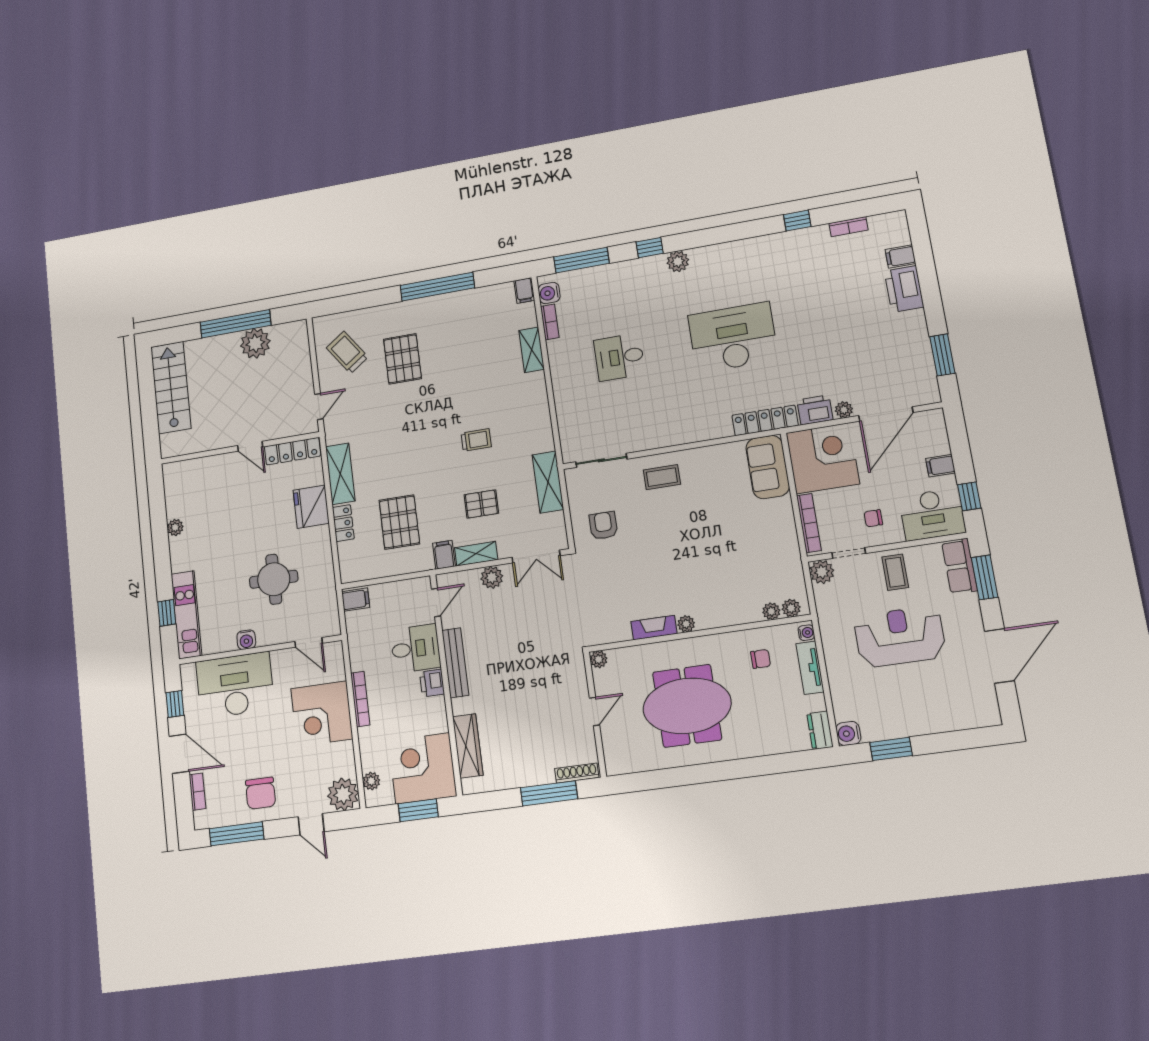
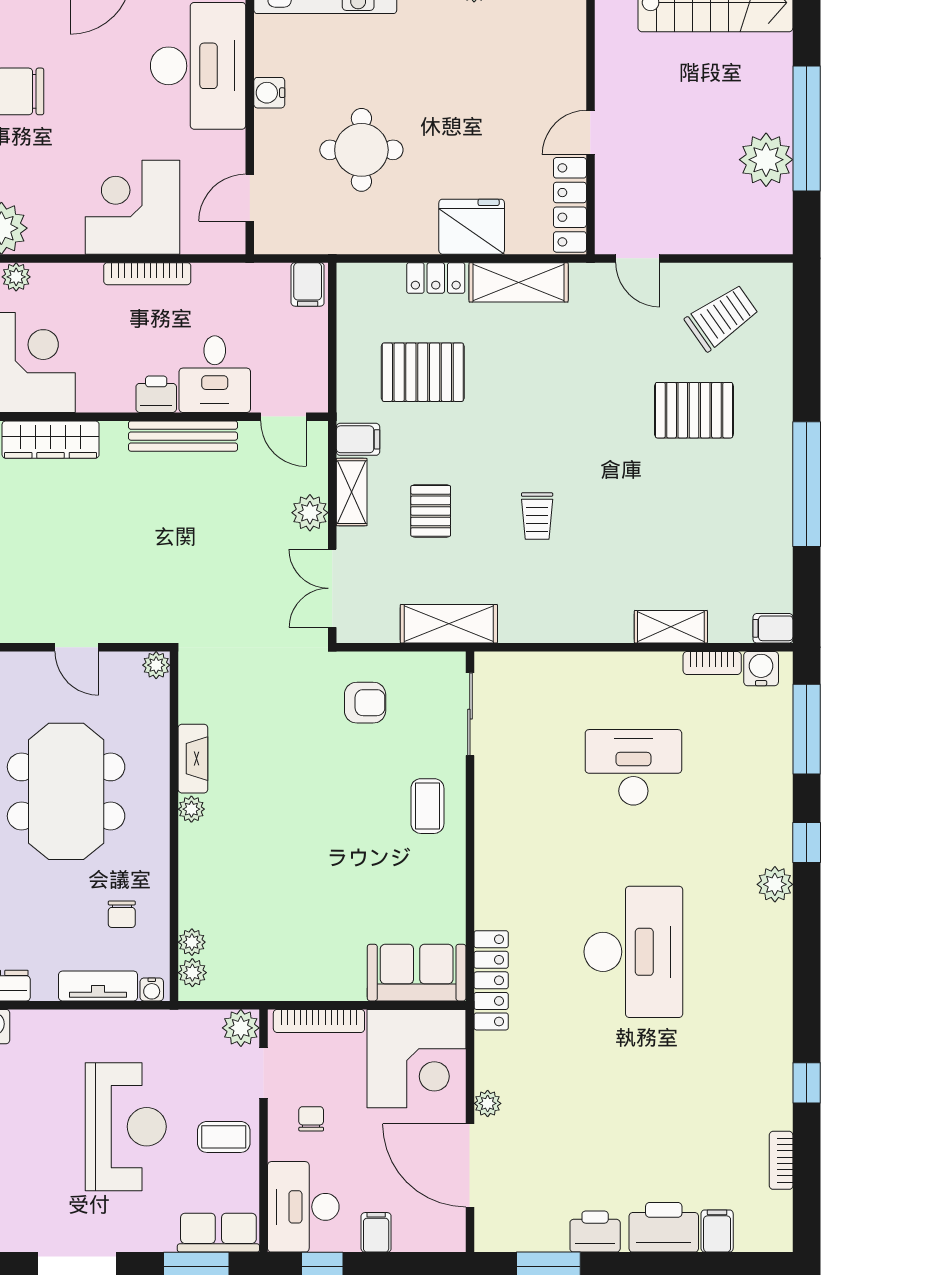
desk: (619, 357) -> (633, 767), width x1.37
printer: (815, 410) -> (595, 1232), moved, turned -90

